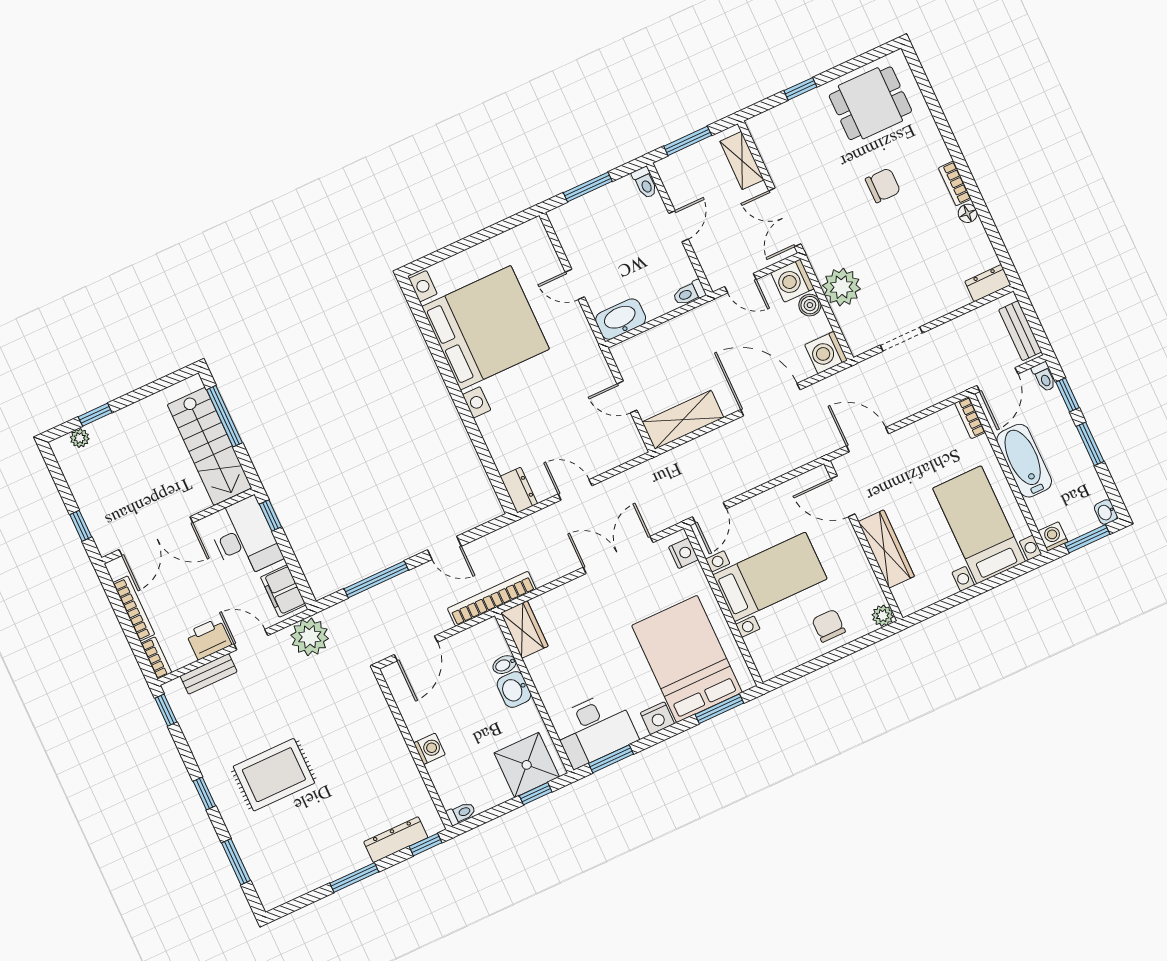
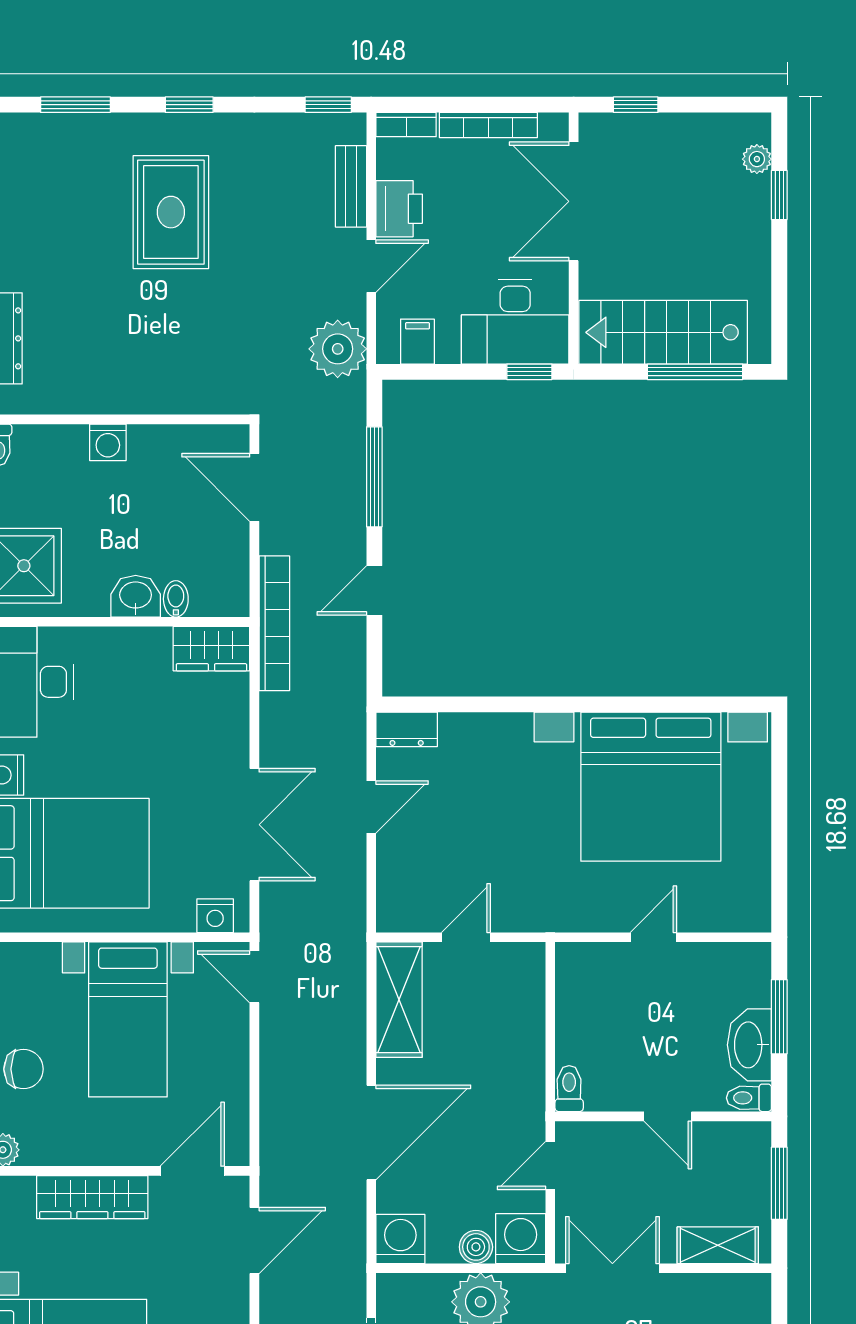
washbasin: (621, 319) -> (749, 1045), moved, turned 180
filing cabinet: (283, 591) -> (417, 342), width x0.50

